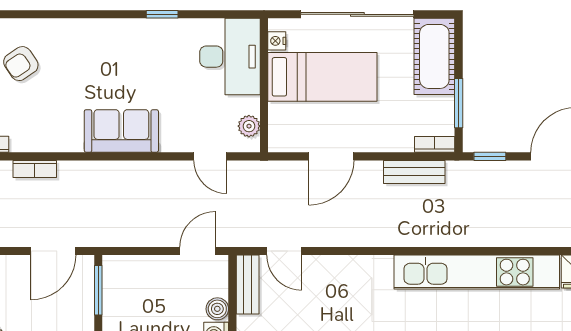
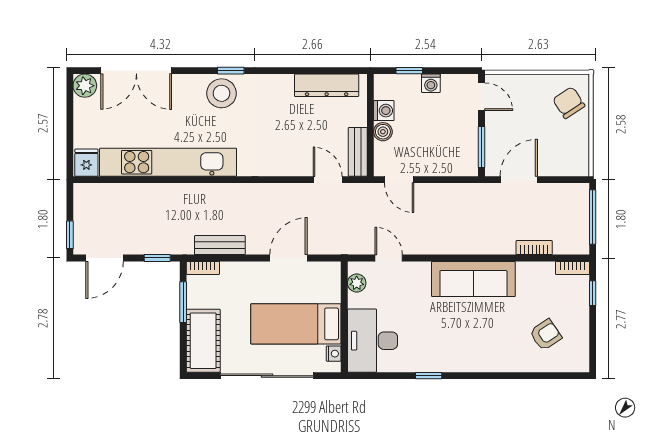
sofa: (121, 131) -> (473, 279), width x1.36
door: (198, 251) -> (399, 180), hinge flipped

